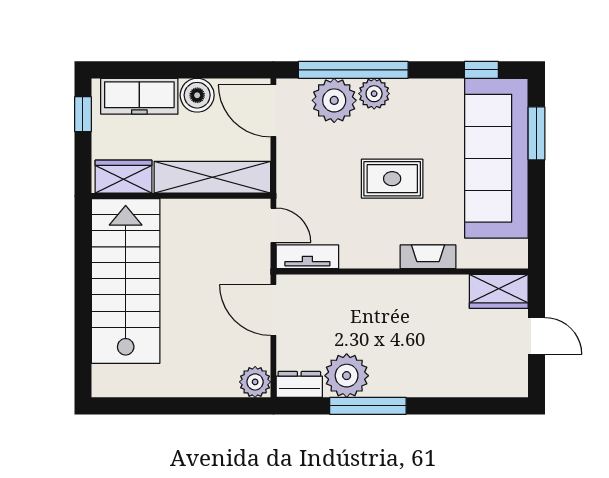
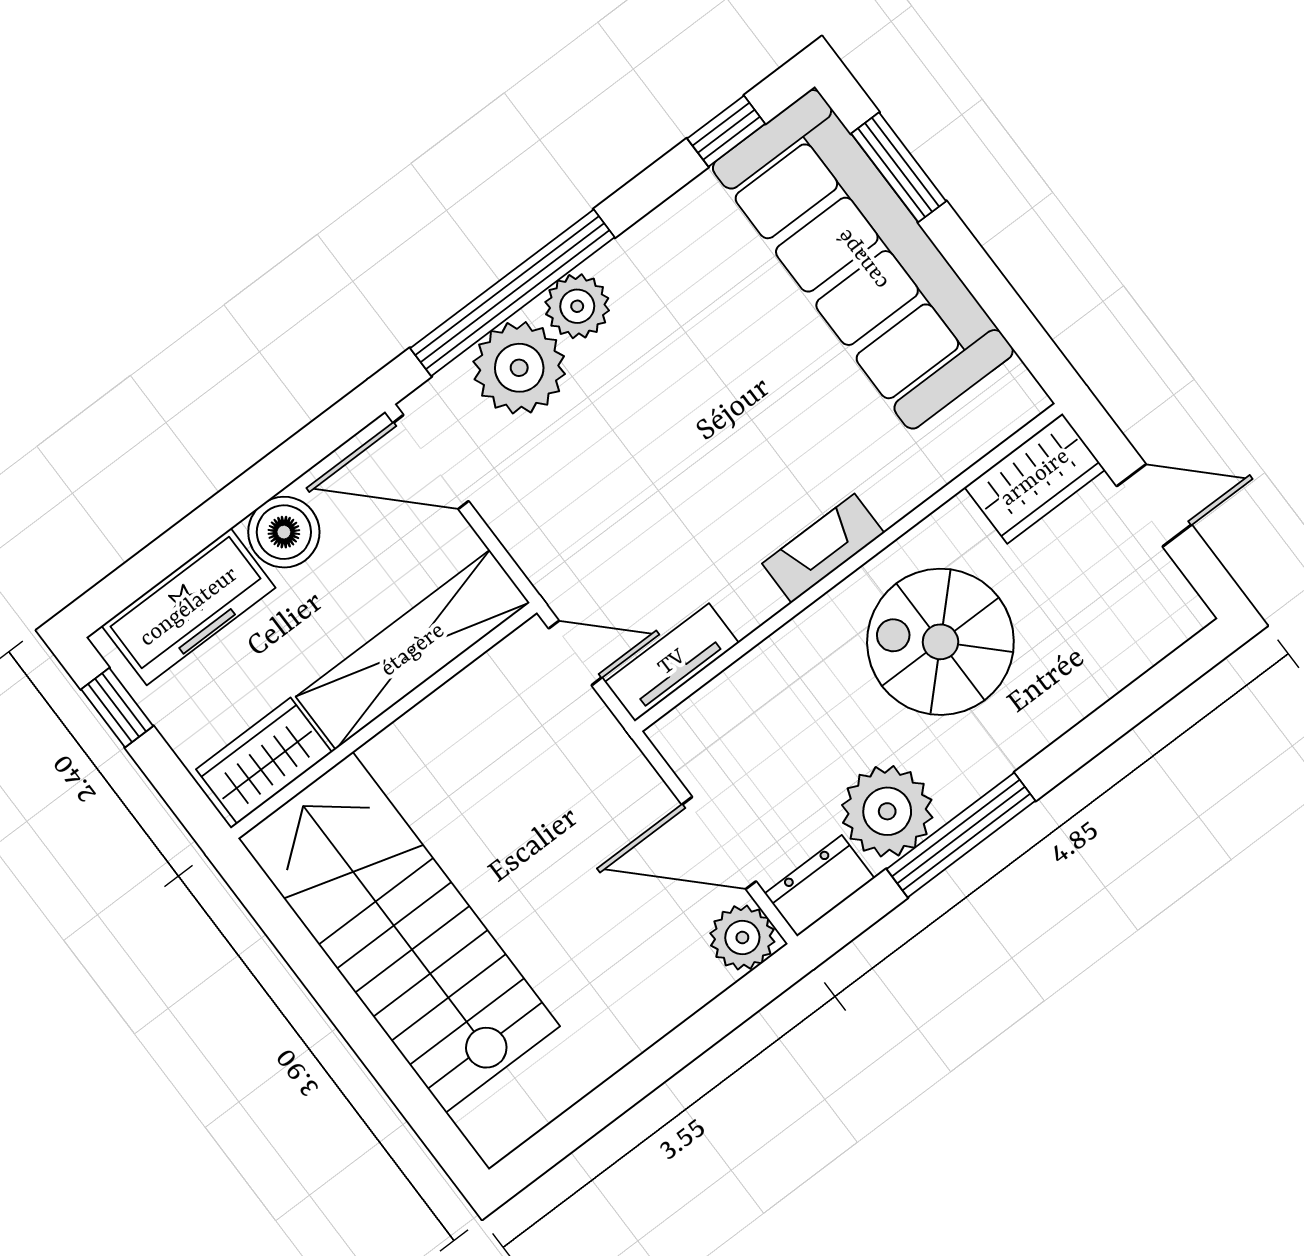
rug: (392, 179) -> (715, 425), removed
fireplace: (428, 257) -> (823, 548), moved
door: (273, 310) -> (719, 843), moved
spiral stairs: (416, 326) -> (940, 642), added

